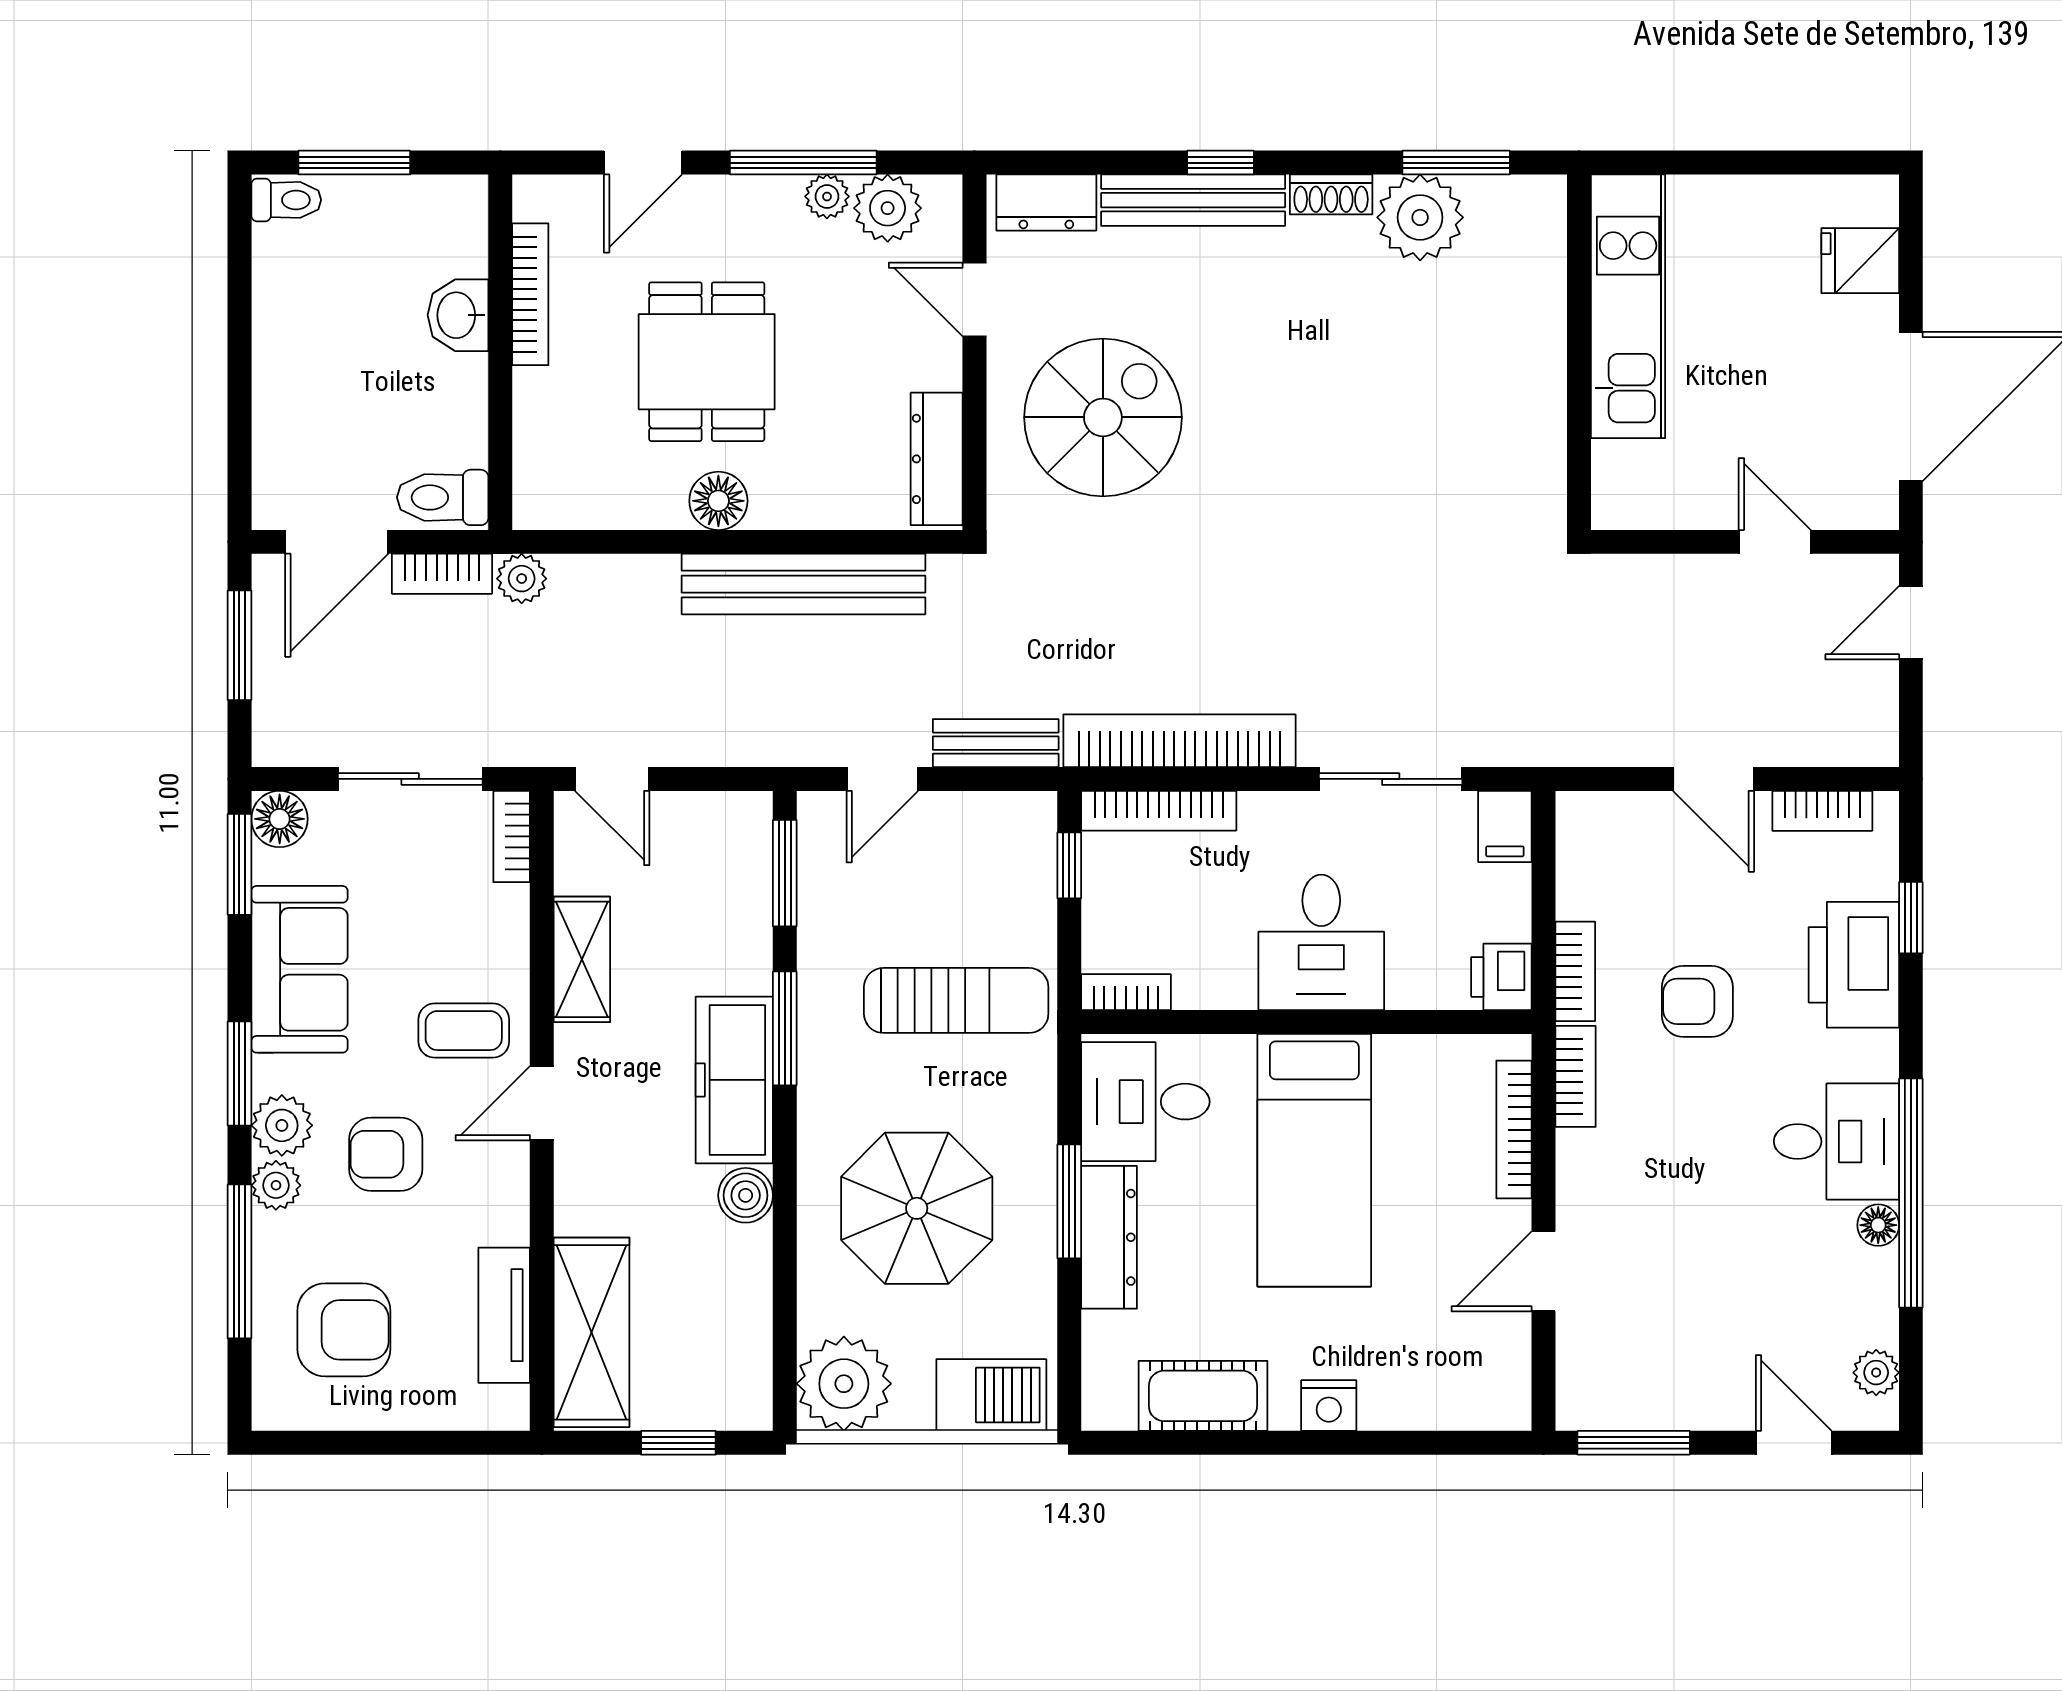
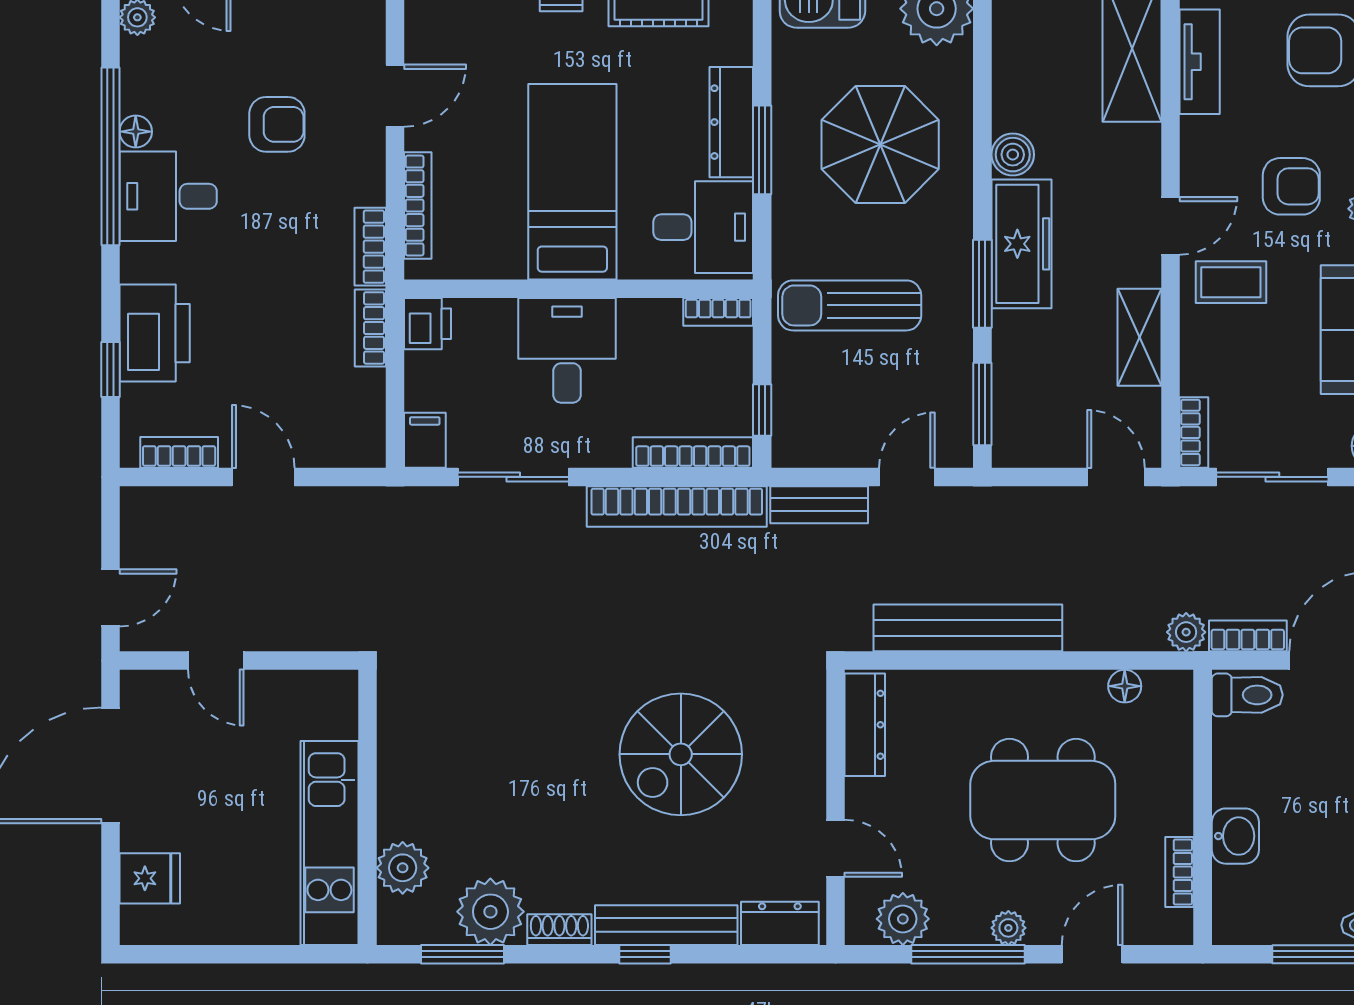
plant: (827, 196) -> (1008, 928), moved
plant: (1534, 274) -> (403, 868), added
bookcase: (530, 294) -> (1179, 872), width x0.64
dining table: (707, 362) -> (1043, 800), width x1.38
spiral stairs: (1103, 417) -> (681, 754), moved
floor lamp: (718, 501) -> (1125, 686), moved, width x0.73, depth x0.73
armchair: (1697, 1001) -> (277, 124), moved

